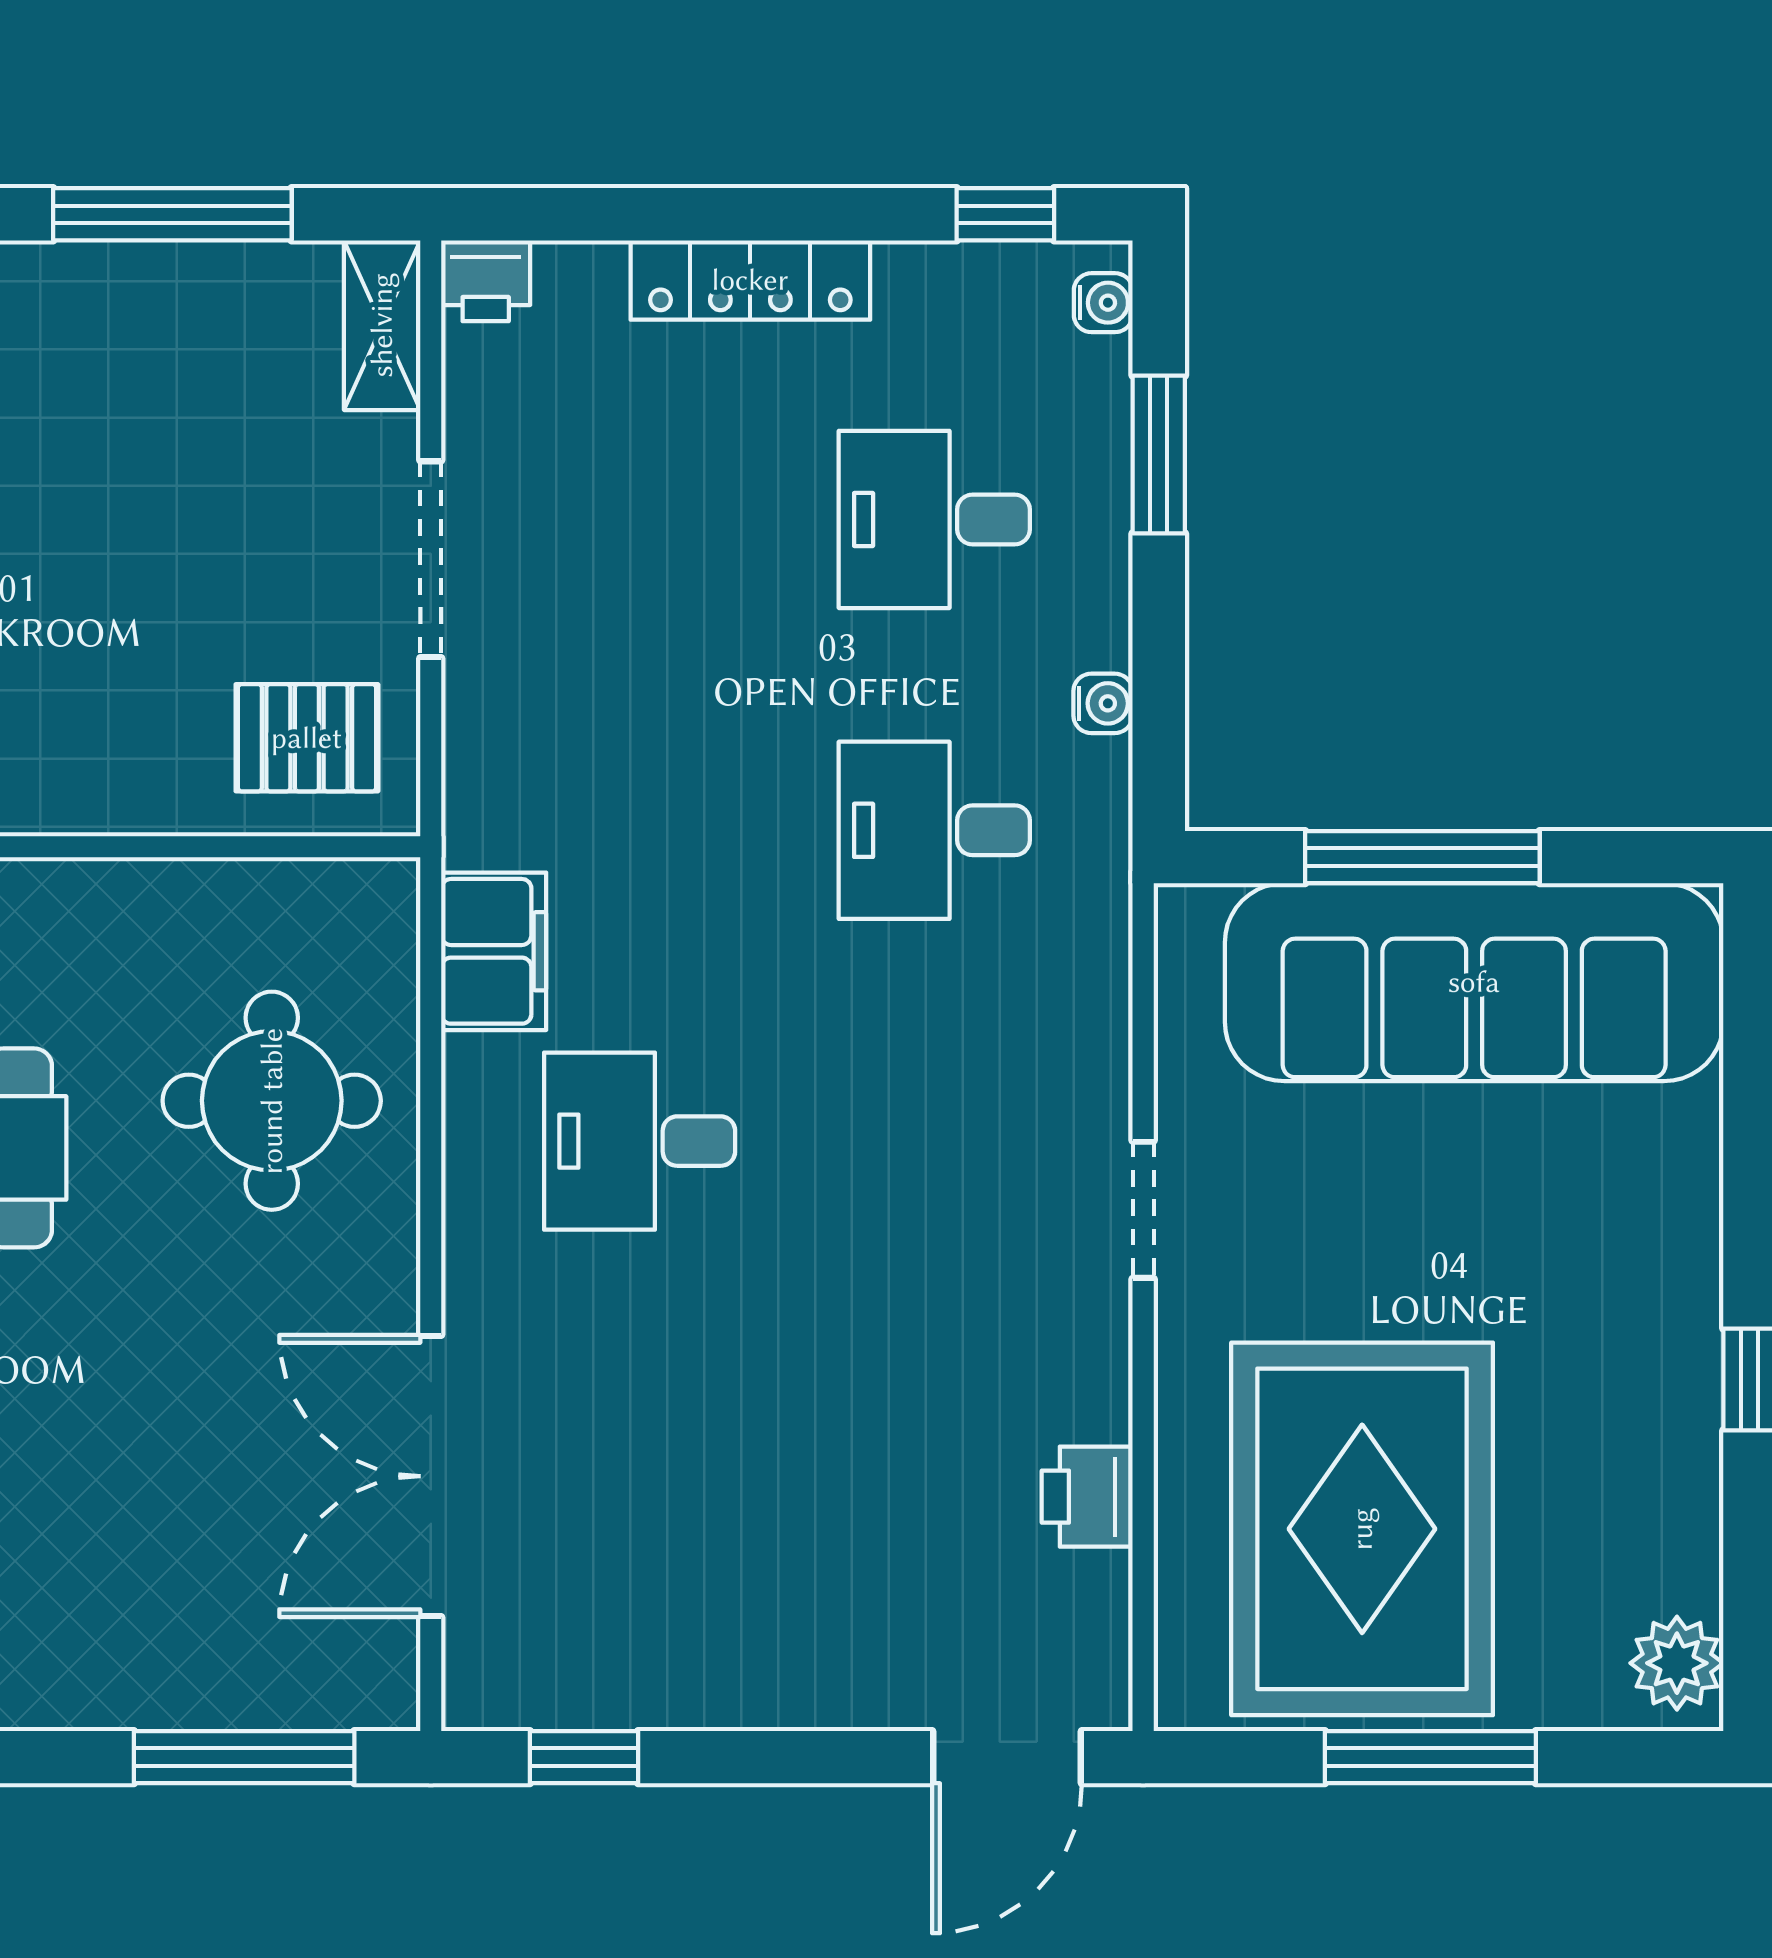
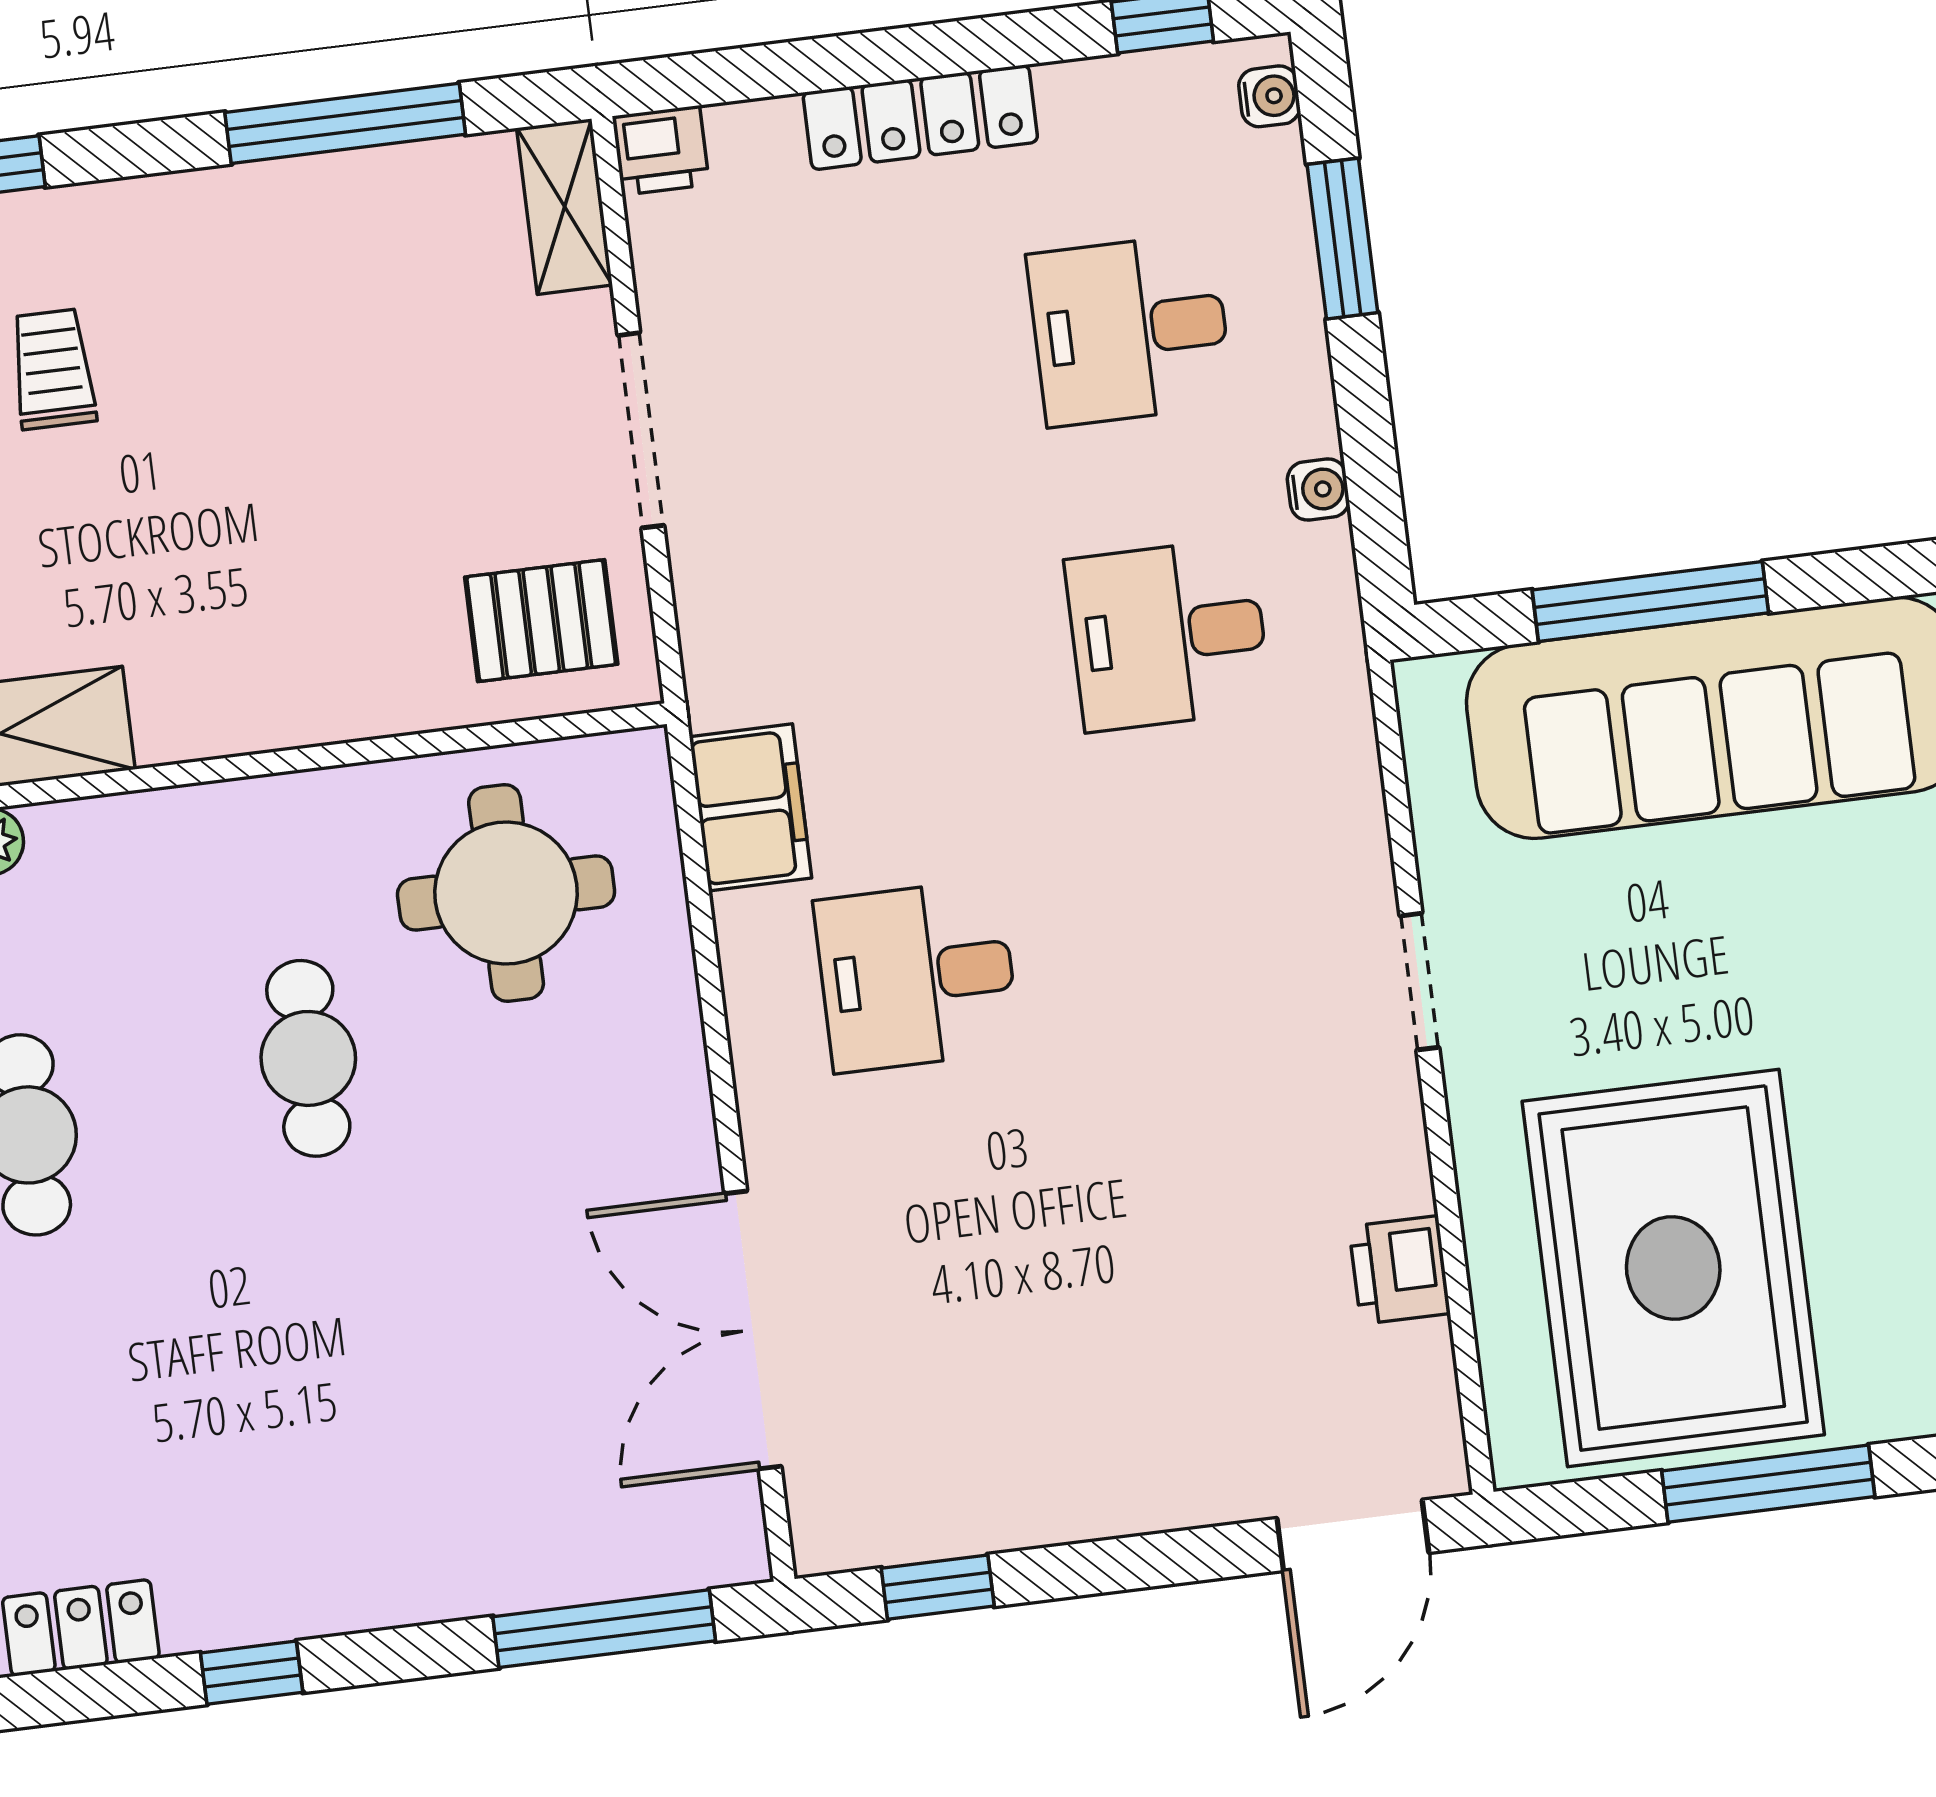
round table: (272, 1101) -> (506, 893), moved

